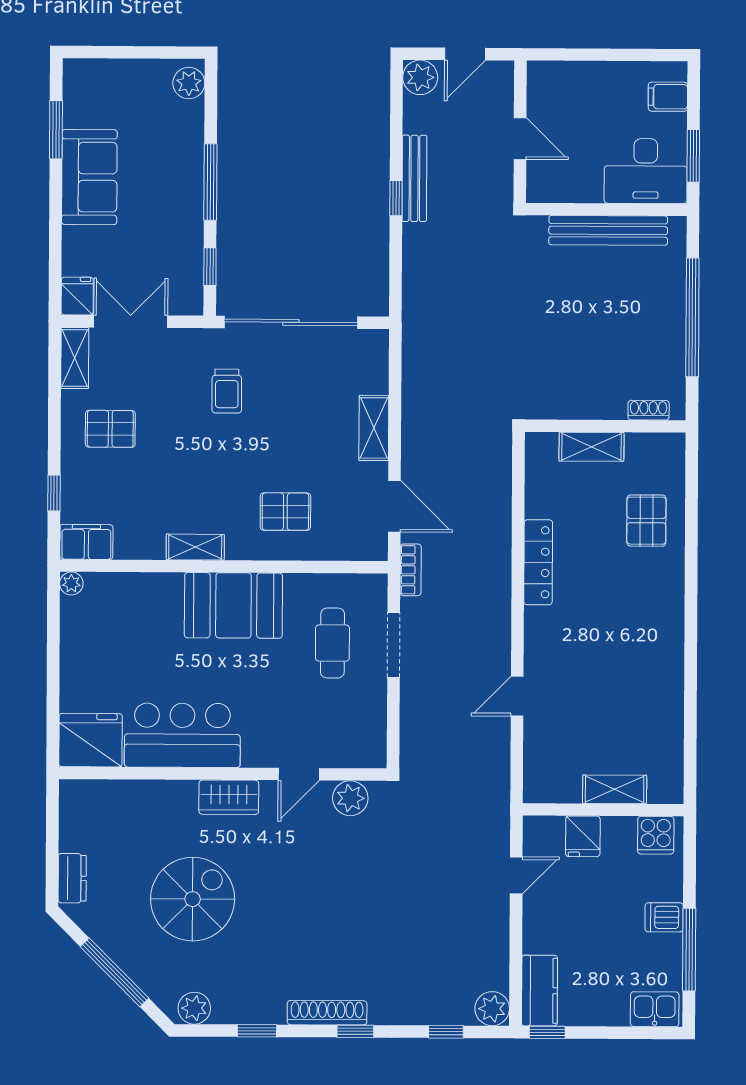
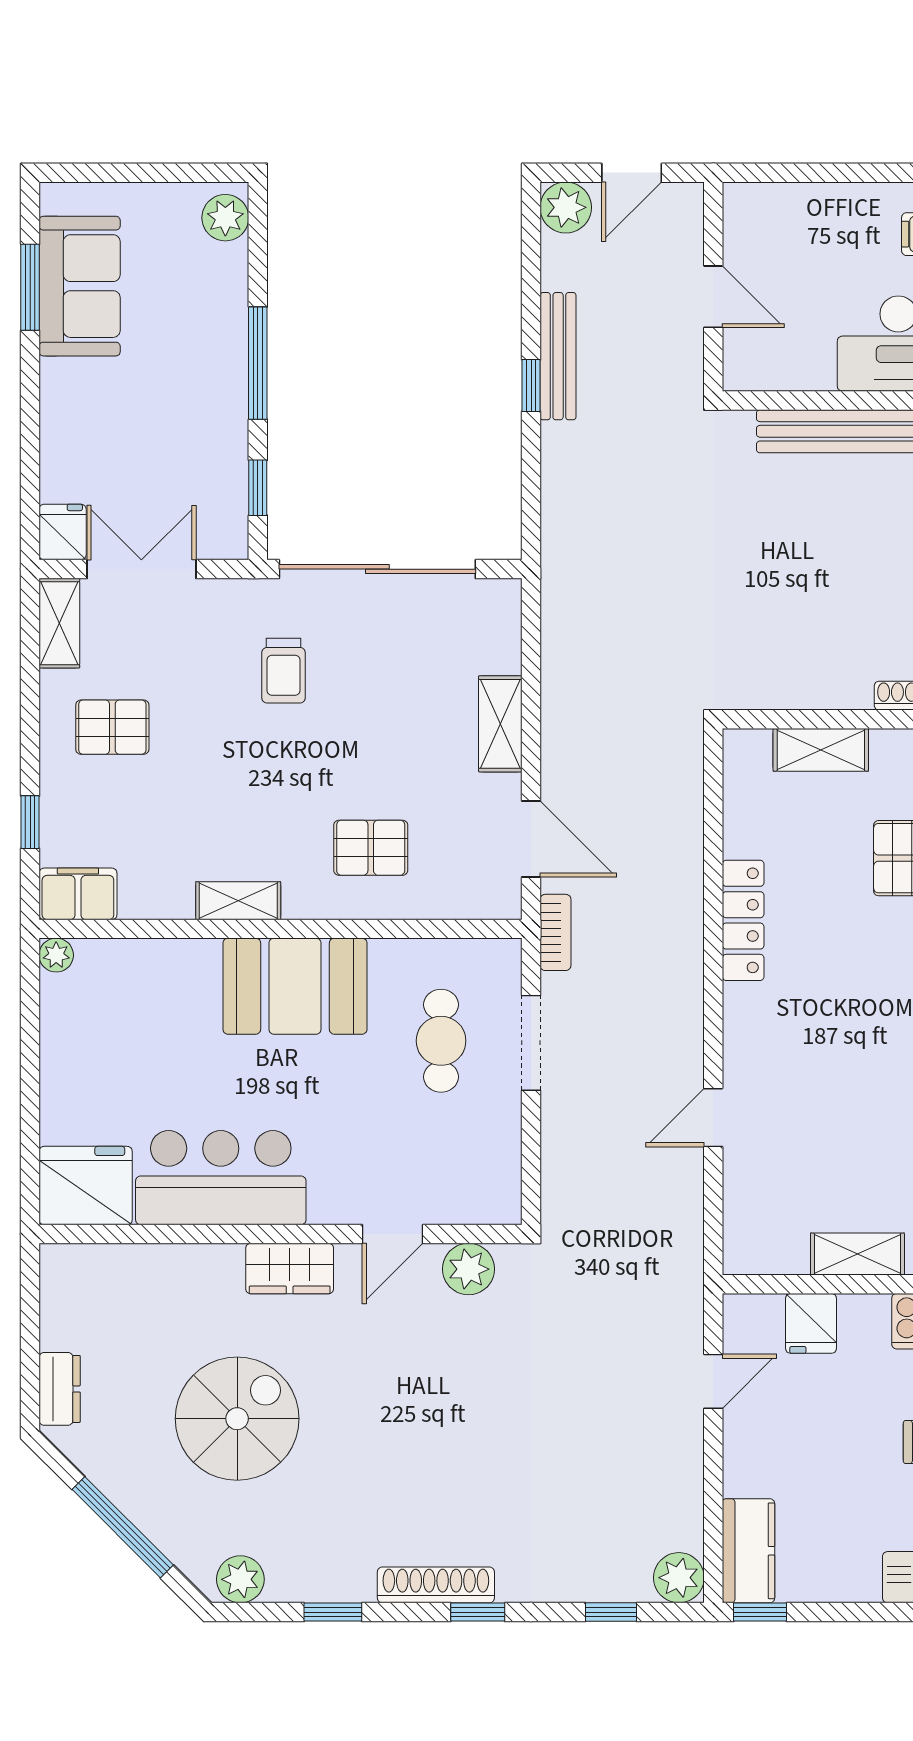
sofa: (89, 177) -> (80, 286), moved

